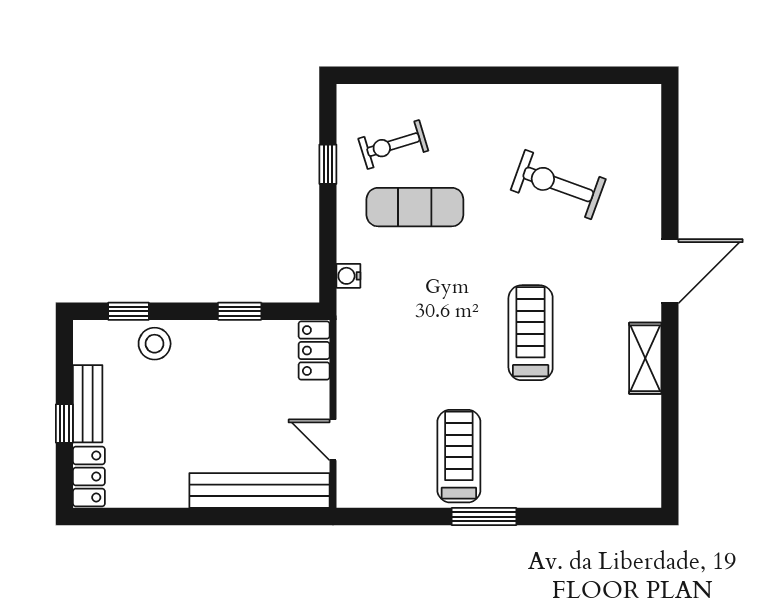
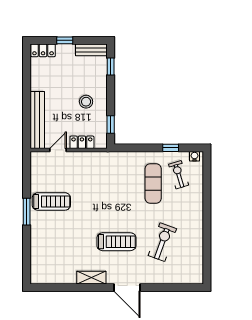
water cooler: (348, 276) -> (194, 156), moved
window: (240, 311) -> (111, 124), moved
treadmill: (531, 333) -> (116, 242), moved
stool: (155, 344) -> (86, 102), moved
locker: (314, 351) -> (82, 142), moved
bench: (88, 404) -> (91, 50), moved

